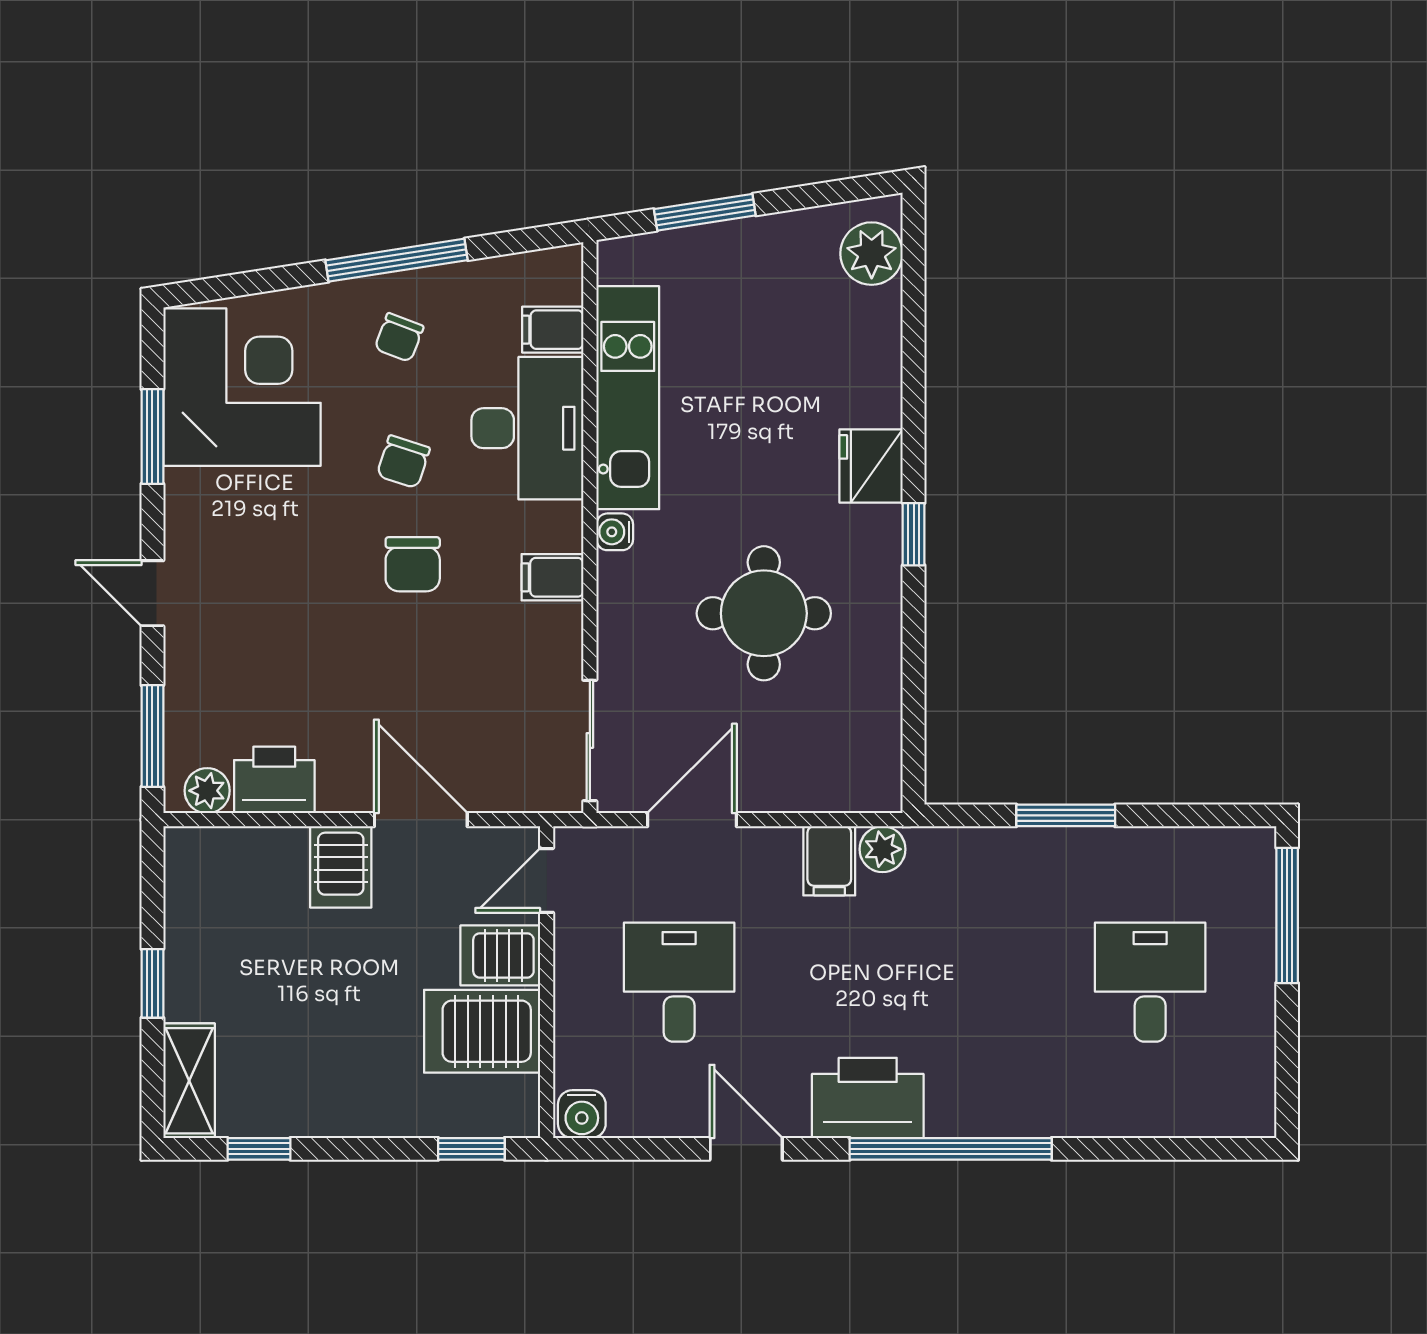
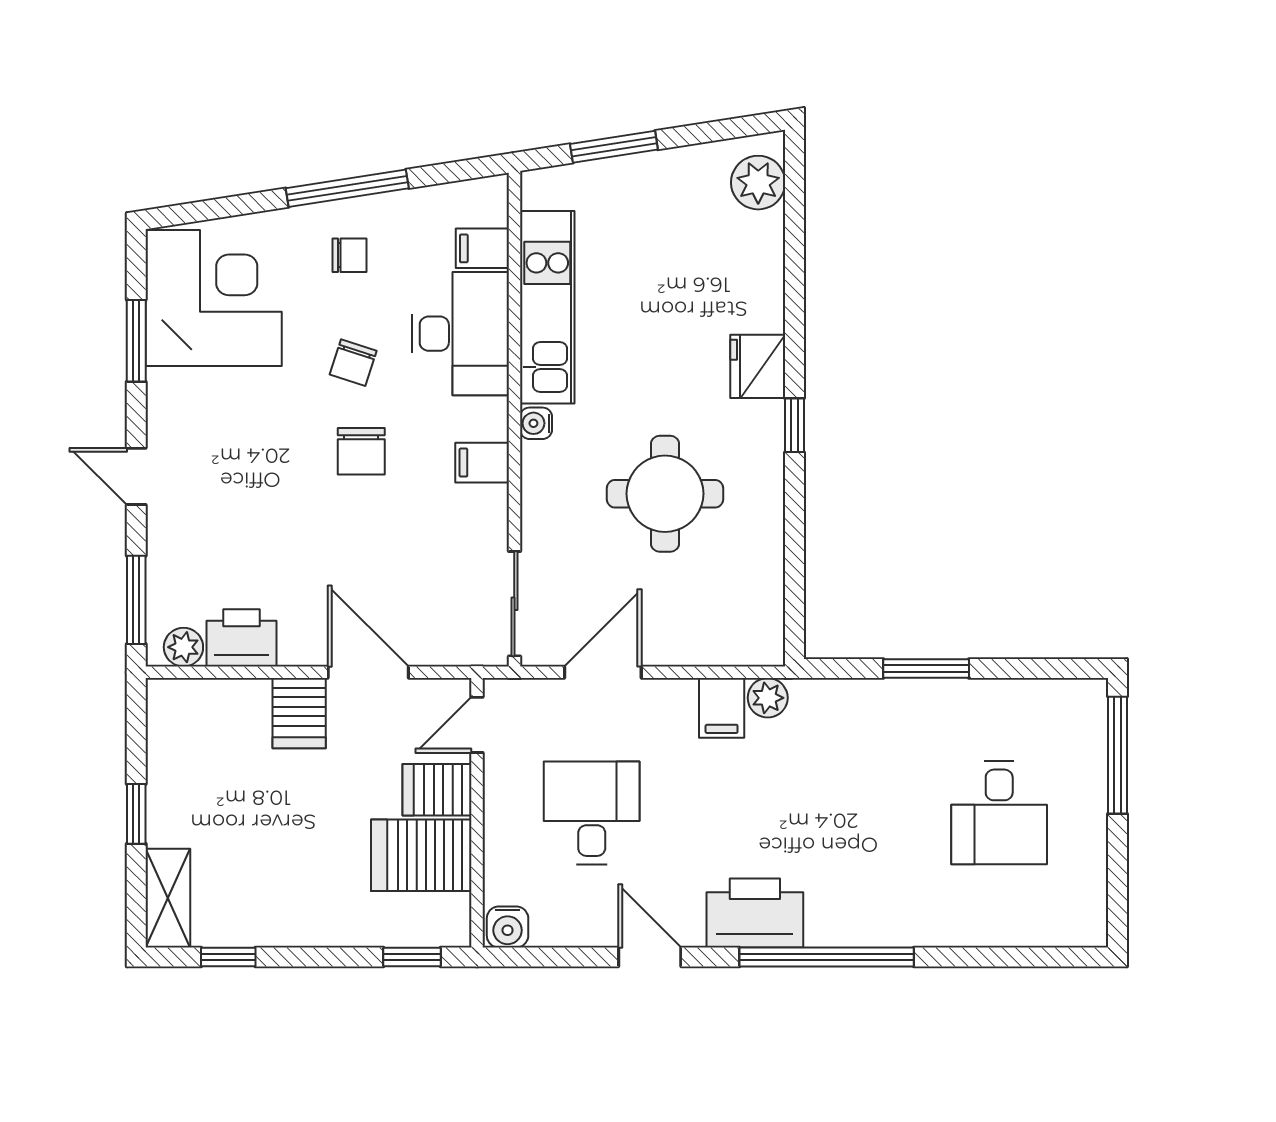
chair: (399, 337) -> (349, 255), turned -111
desk: (1150, 982) -> (999, 813), turned 180

